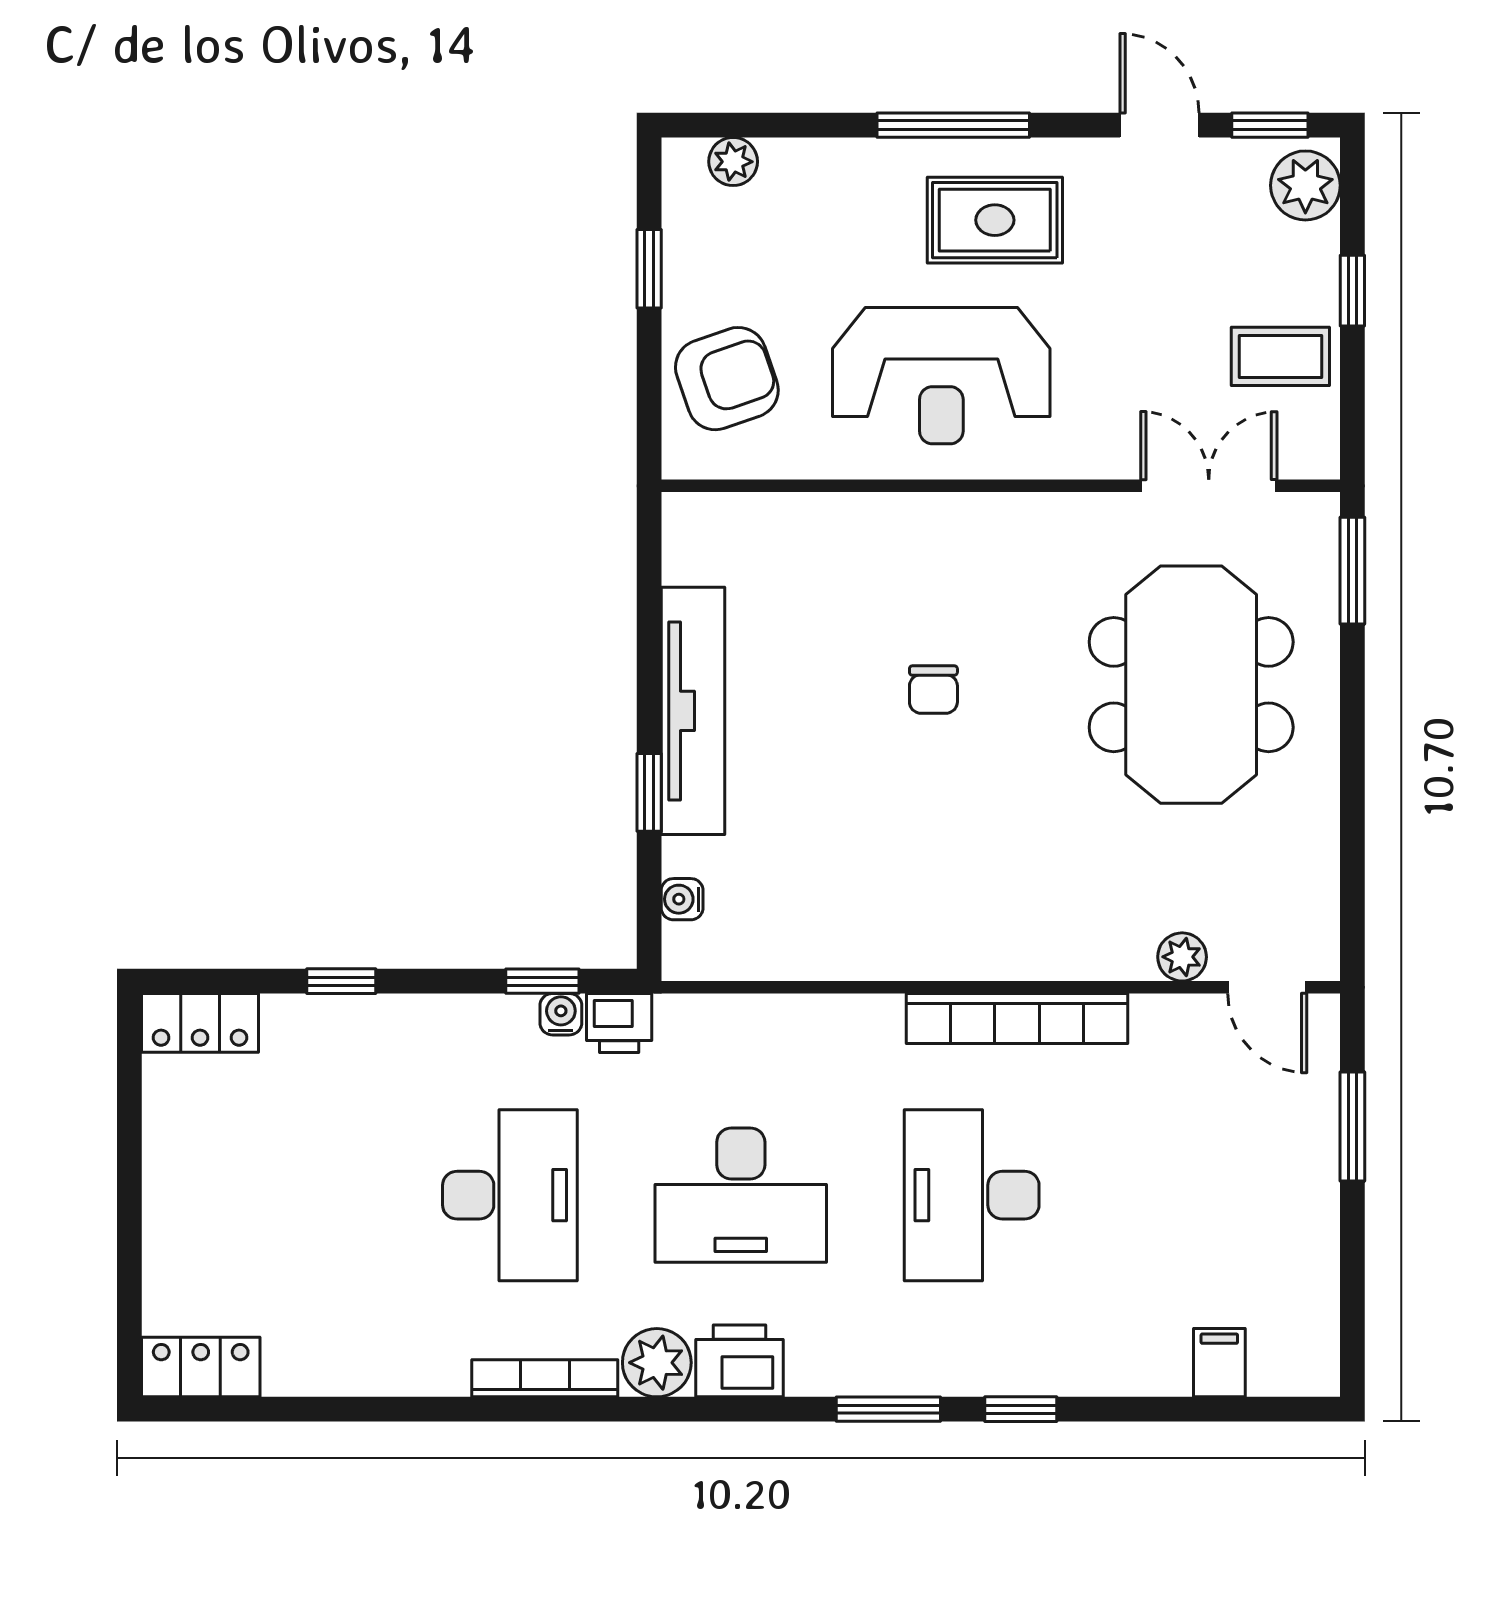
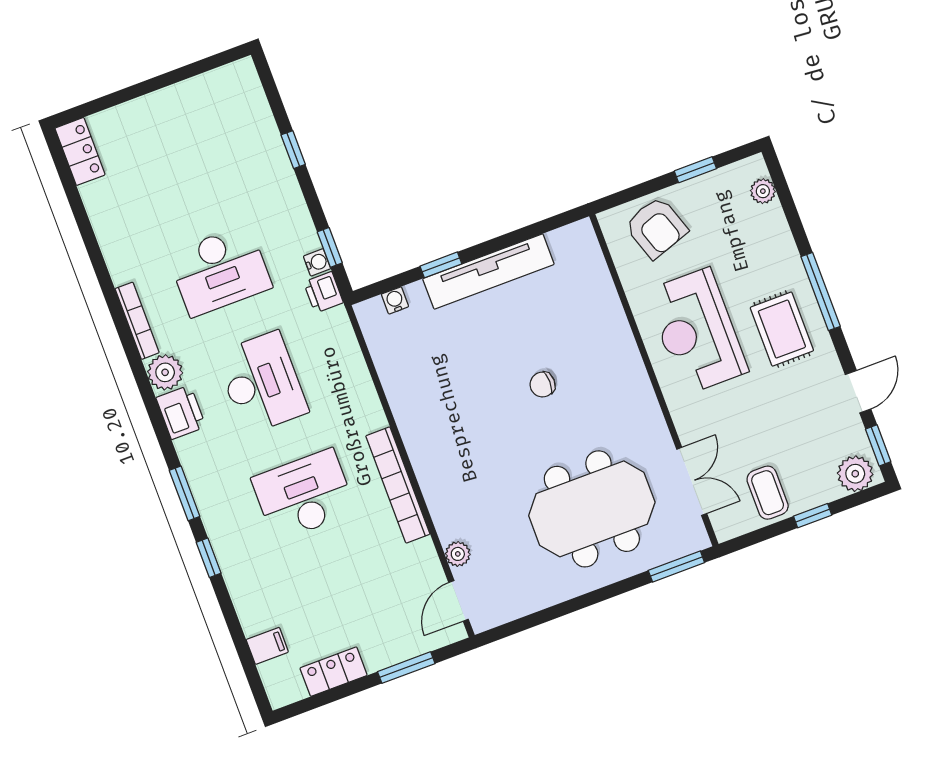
locker: (200, 1023) -> (334, 672), moved, turned 90
desk: (741, 1195) -> (262, 383), turned 180

